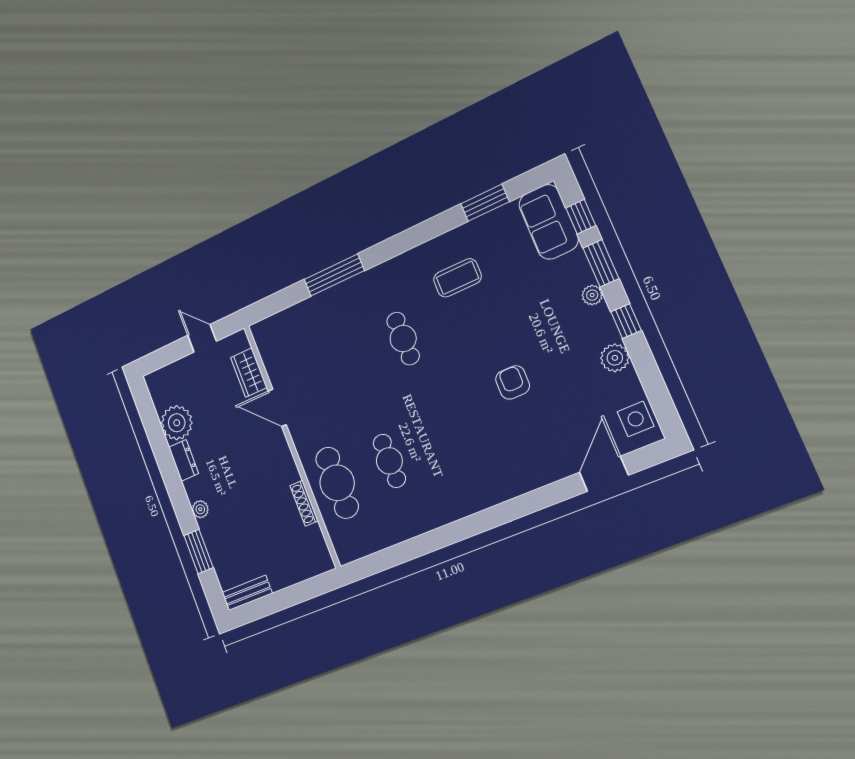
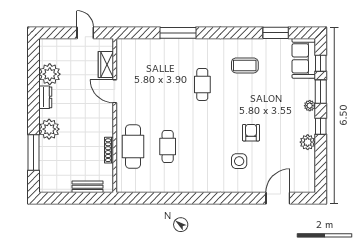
side table: (636, 419) -> (239, 161), moved
plant: (200, 509) -> (49, 129), width x1.87, depth x1.87
window: (199, 552) -> (34, 153), width x1.44
bench: (247, 593) -> (87, 187), moved

